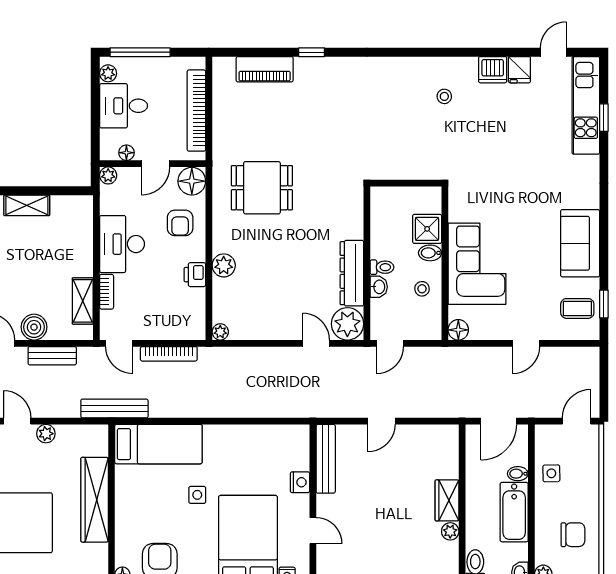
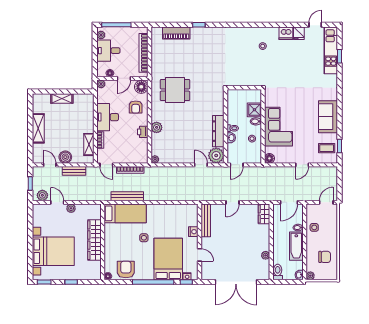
bench: (114, 409) -> (127, 196), moved
wardrobe: (447, 500) -> (264, 214), moved

